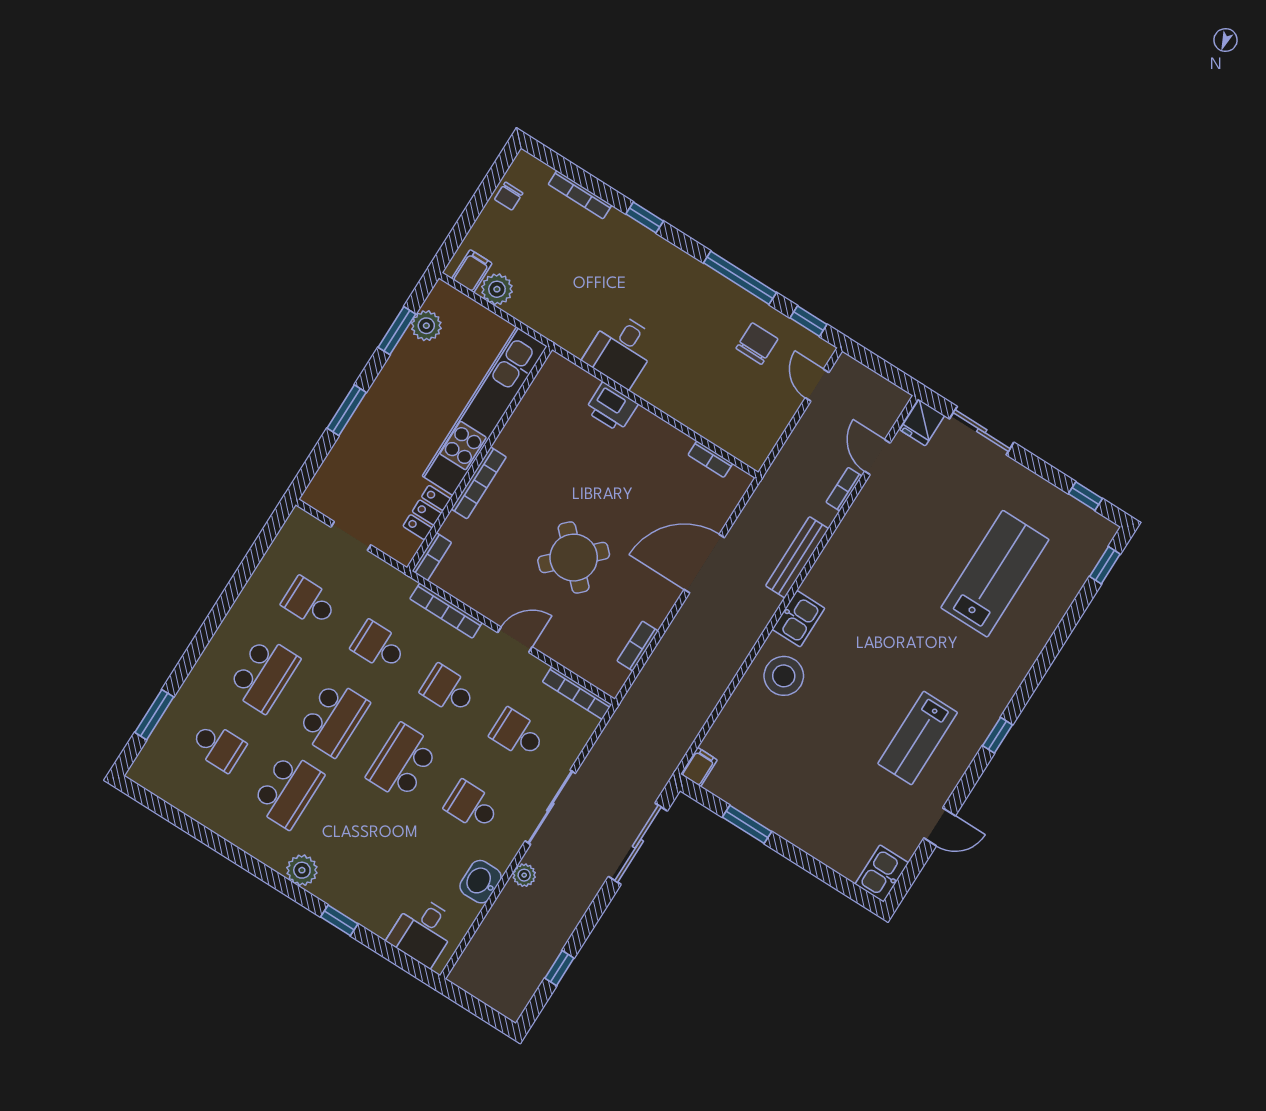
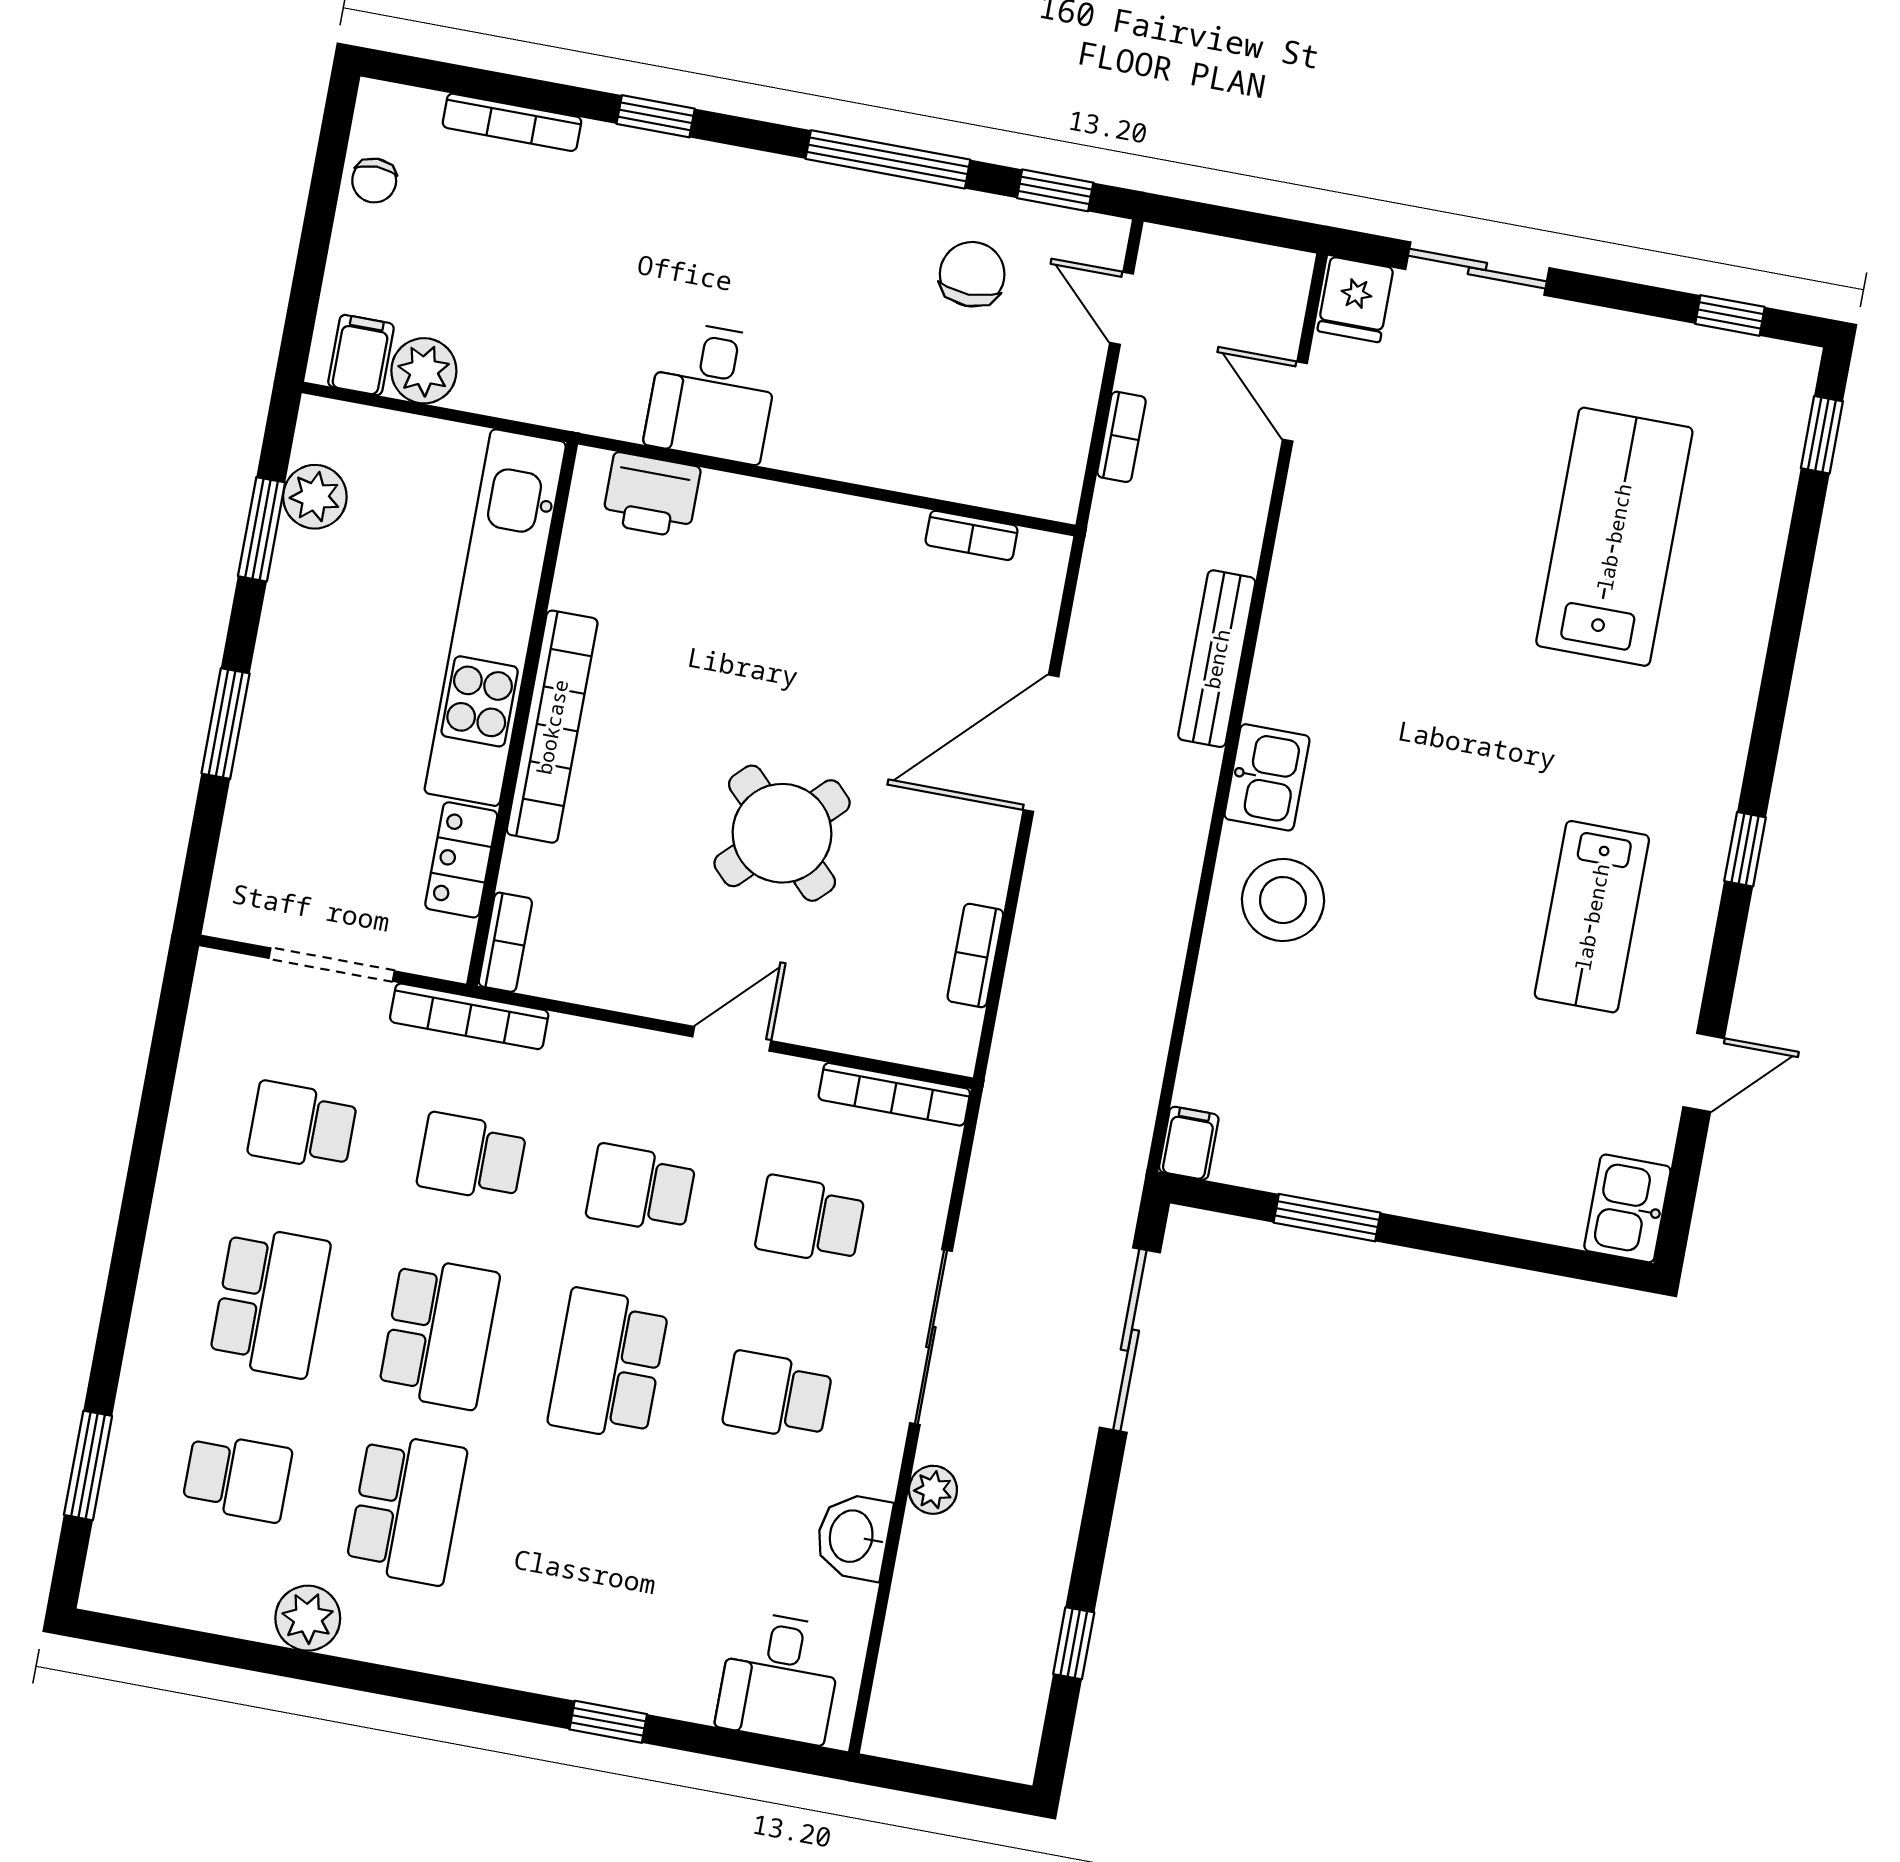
printer: (611, 407) -> (651, 495), moved
bookcase: (479, 483) -> (552, 727), width x1.48, depth x1.31
bookcase: (844, 489) -> (1121, 437), moved, turned 180
doorway: (351, 536) -> (332, 965), width x1.38
bookcase: (446, 611) -> (469, 1016), moved
plant: (302, 870) -> (308, 1618), moved

